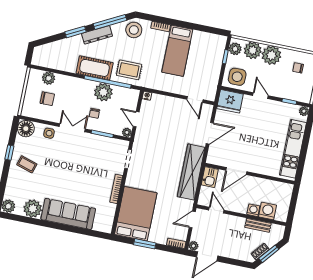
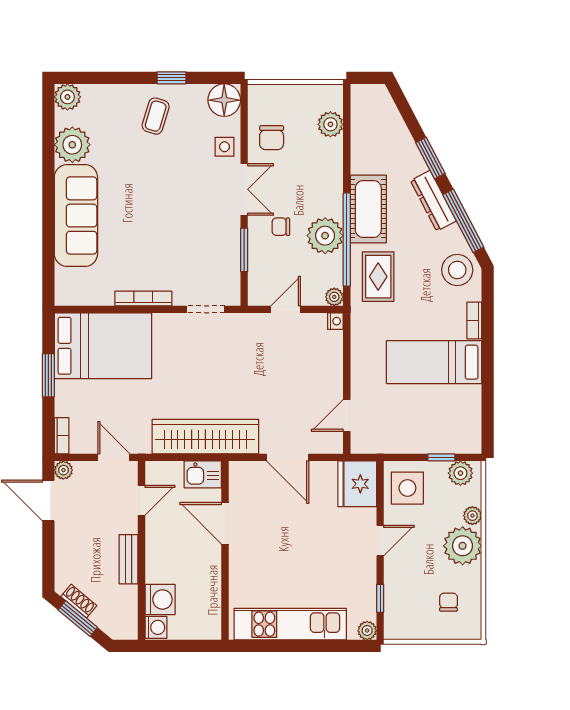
plant: (253, 50) -> (472, 516), width x0.53, depth x0.53
chair: (47, 99) -> (272, 138), moved
plant: (127, 132) -> (334, 297), moved
washing machine: (253, 210) -> (156, 627), moved
bench: (258, 225) -> (128, 559), moved

